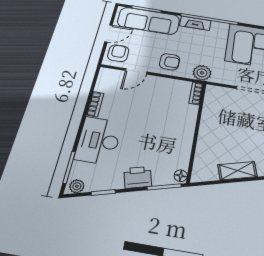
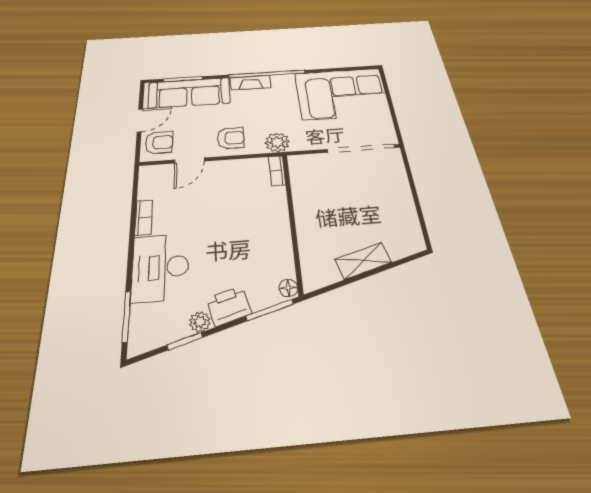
armchair: (118, 53) -> (159, 143), turned 90
plant: (77, 186) -> (200, 322), moved

